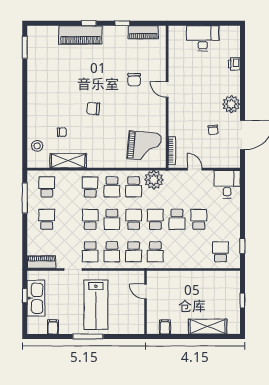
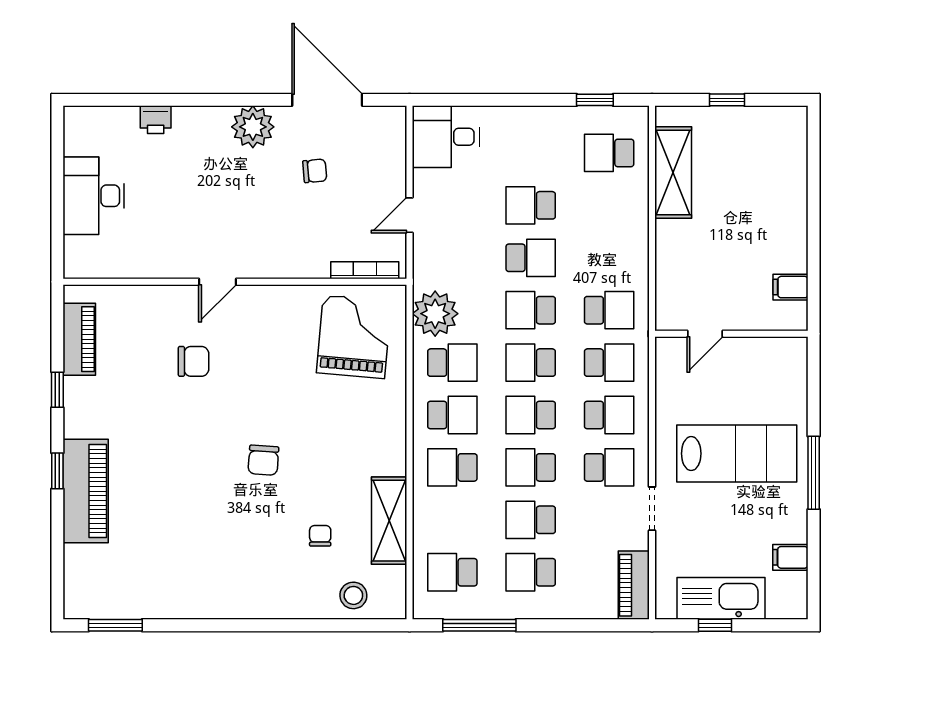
school desk: (68, 219) -> (531, 520), added
school desk: (112, 219) -> (531, 415), turned 180
shelving: (208, 327) -> (673, 172), moved

